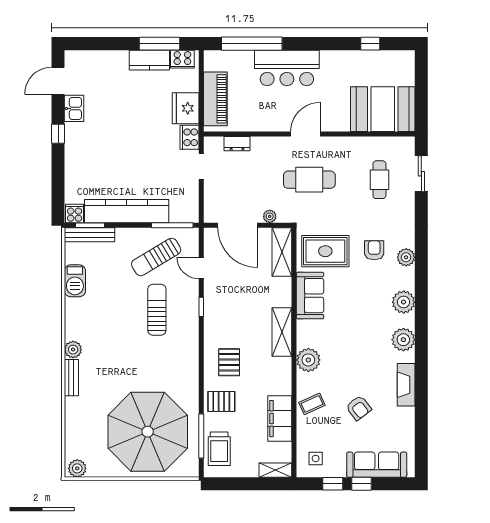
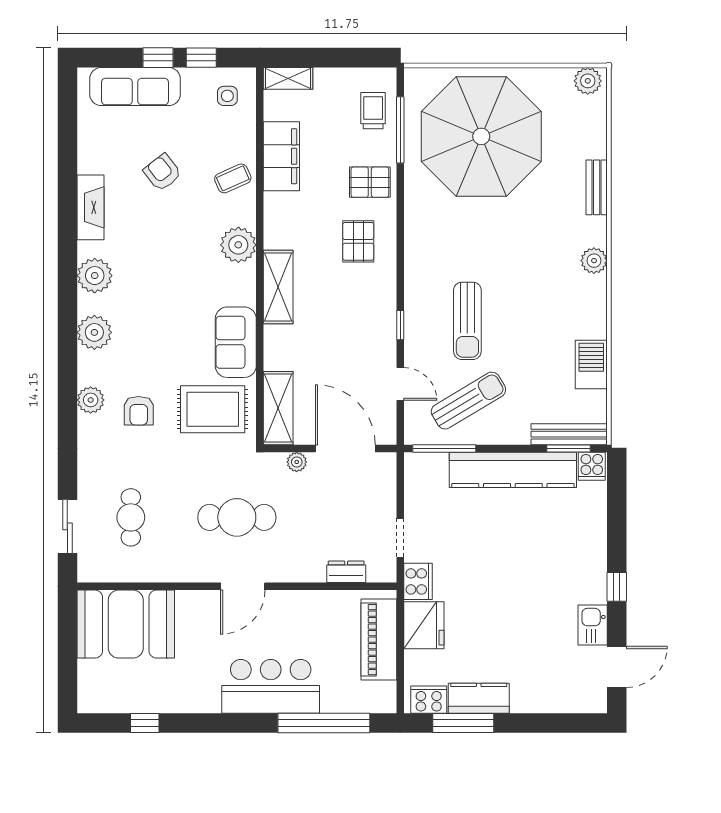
bench: (71, 378) -> (597, 187), moved
trolley: (219, 449) -> (373, 111), width x0.73, depth x0.72

